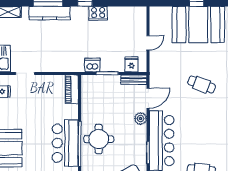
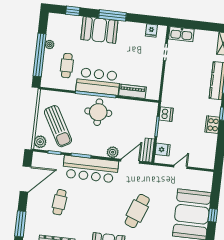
door: (148, 43) -> (180, 167), swing flipped
cafe table: (201, 84) -> (137, 211), width x1.37, depth x1.35
piano: (72, 89) -> (132, 91), moved
door: (148, 98) -> (130, 161), swing flipped

